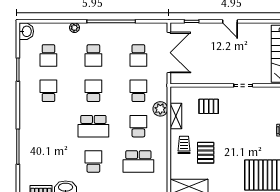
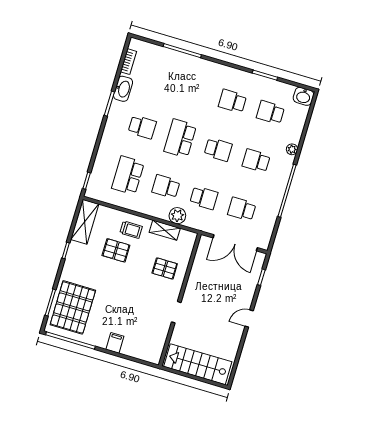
school desk: (48, 91) -> (232, 101), turned 180
pallet: (209, 106) -> (165, 268), turned 90
school desk: (138, 126) -> (166, 187), turned 180

